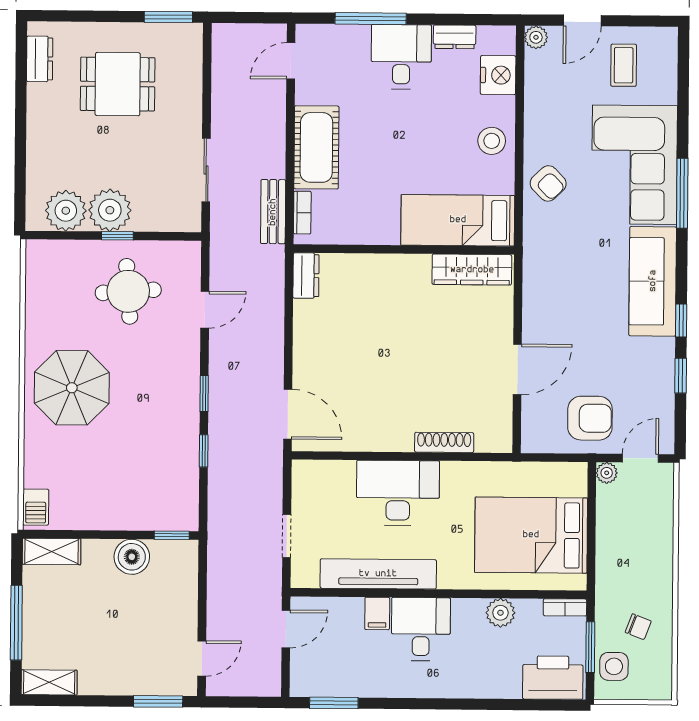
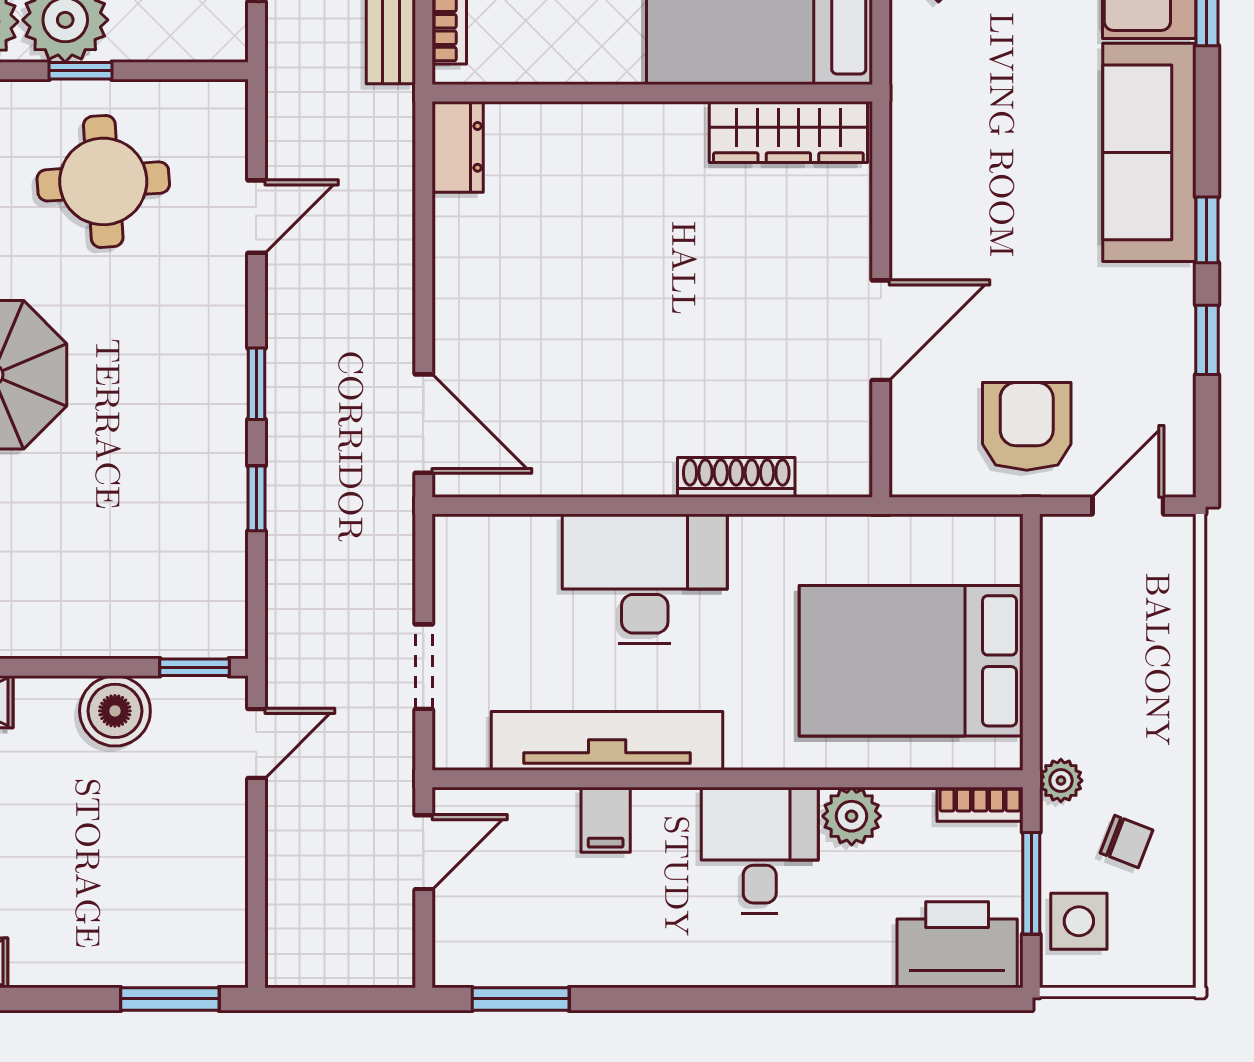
armchair: (590, 418) -> (1027, 426), turned -90
plant: (607, 473) -> (1061, 781), moved
desk: (421, 629) -> (760, 850), moved
door: (202, 658) -> (256, 743), moved

